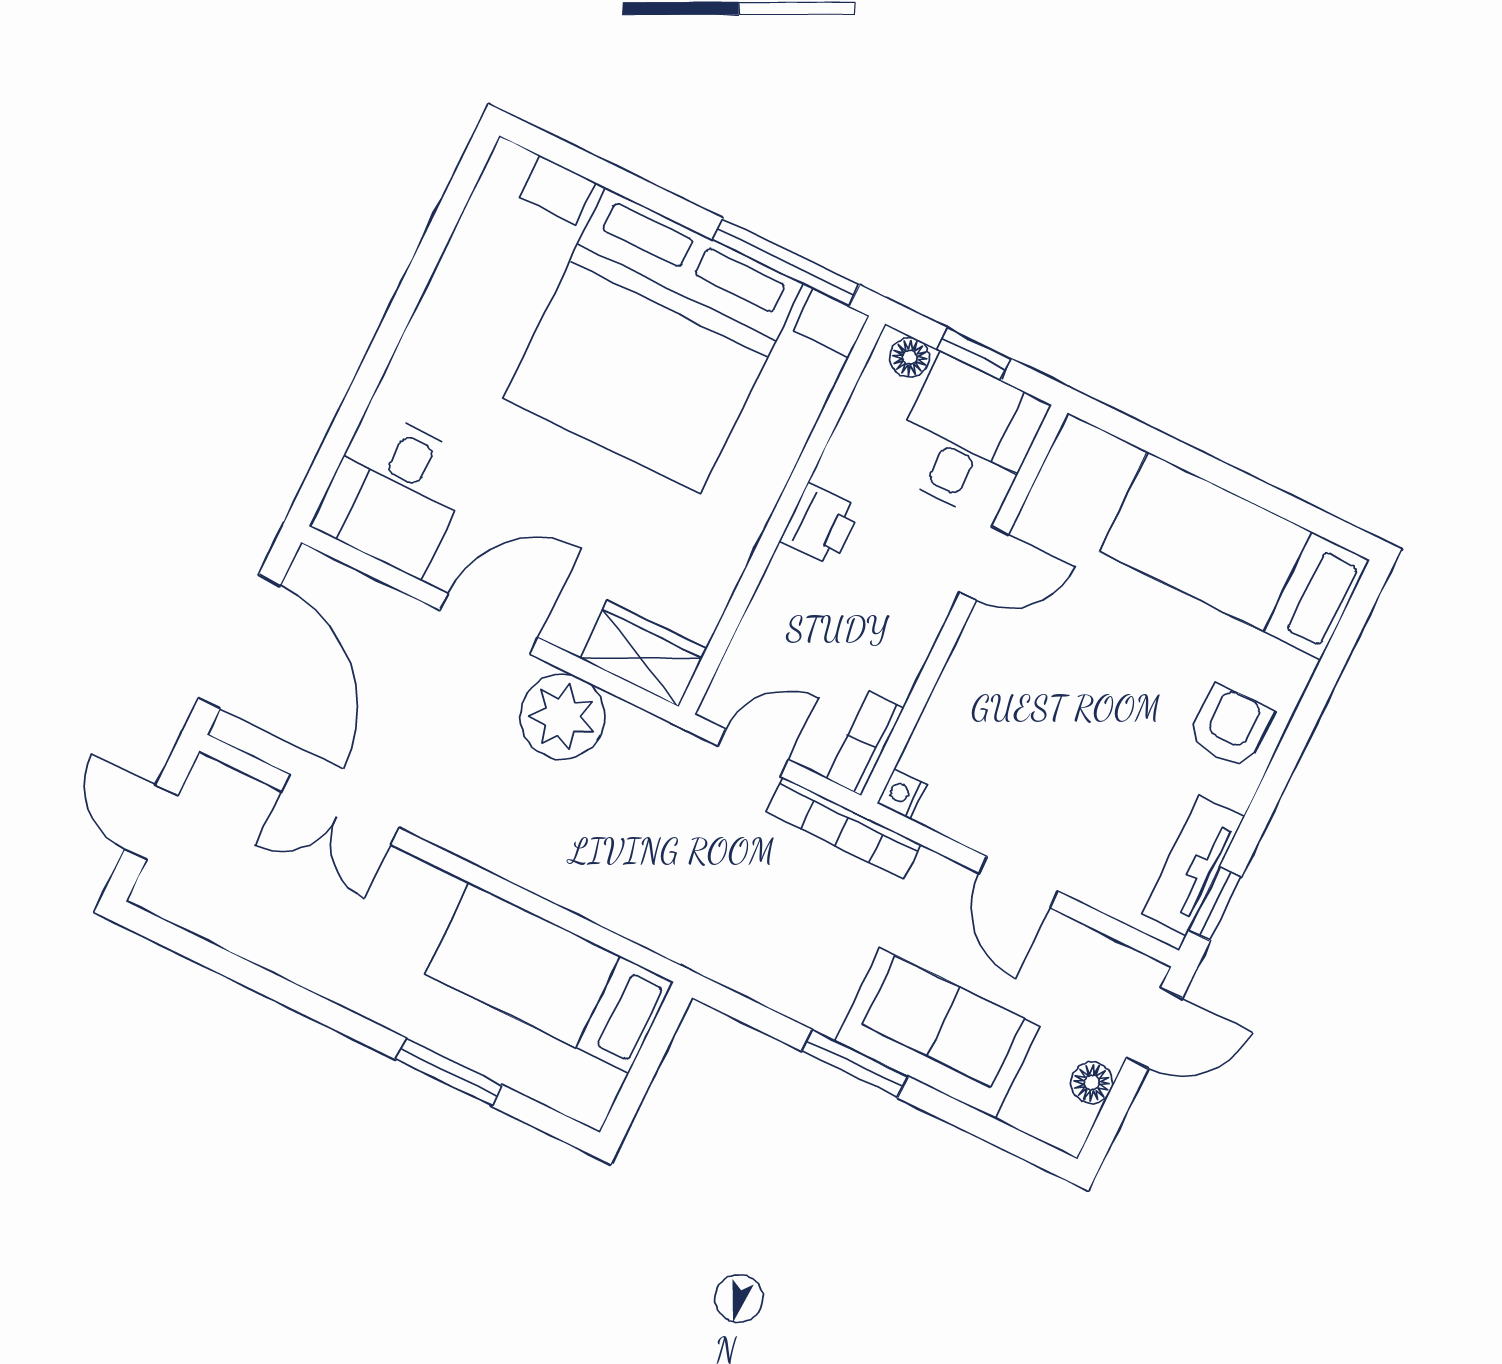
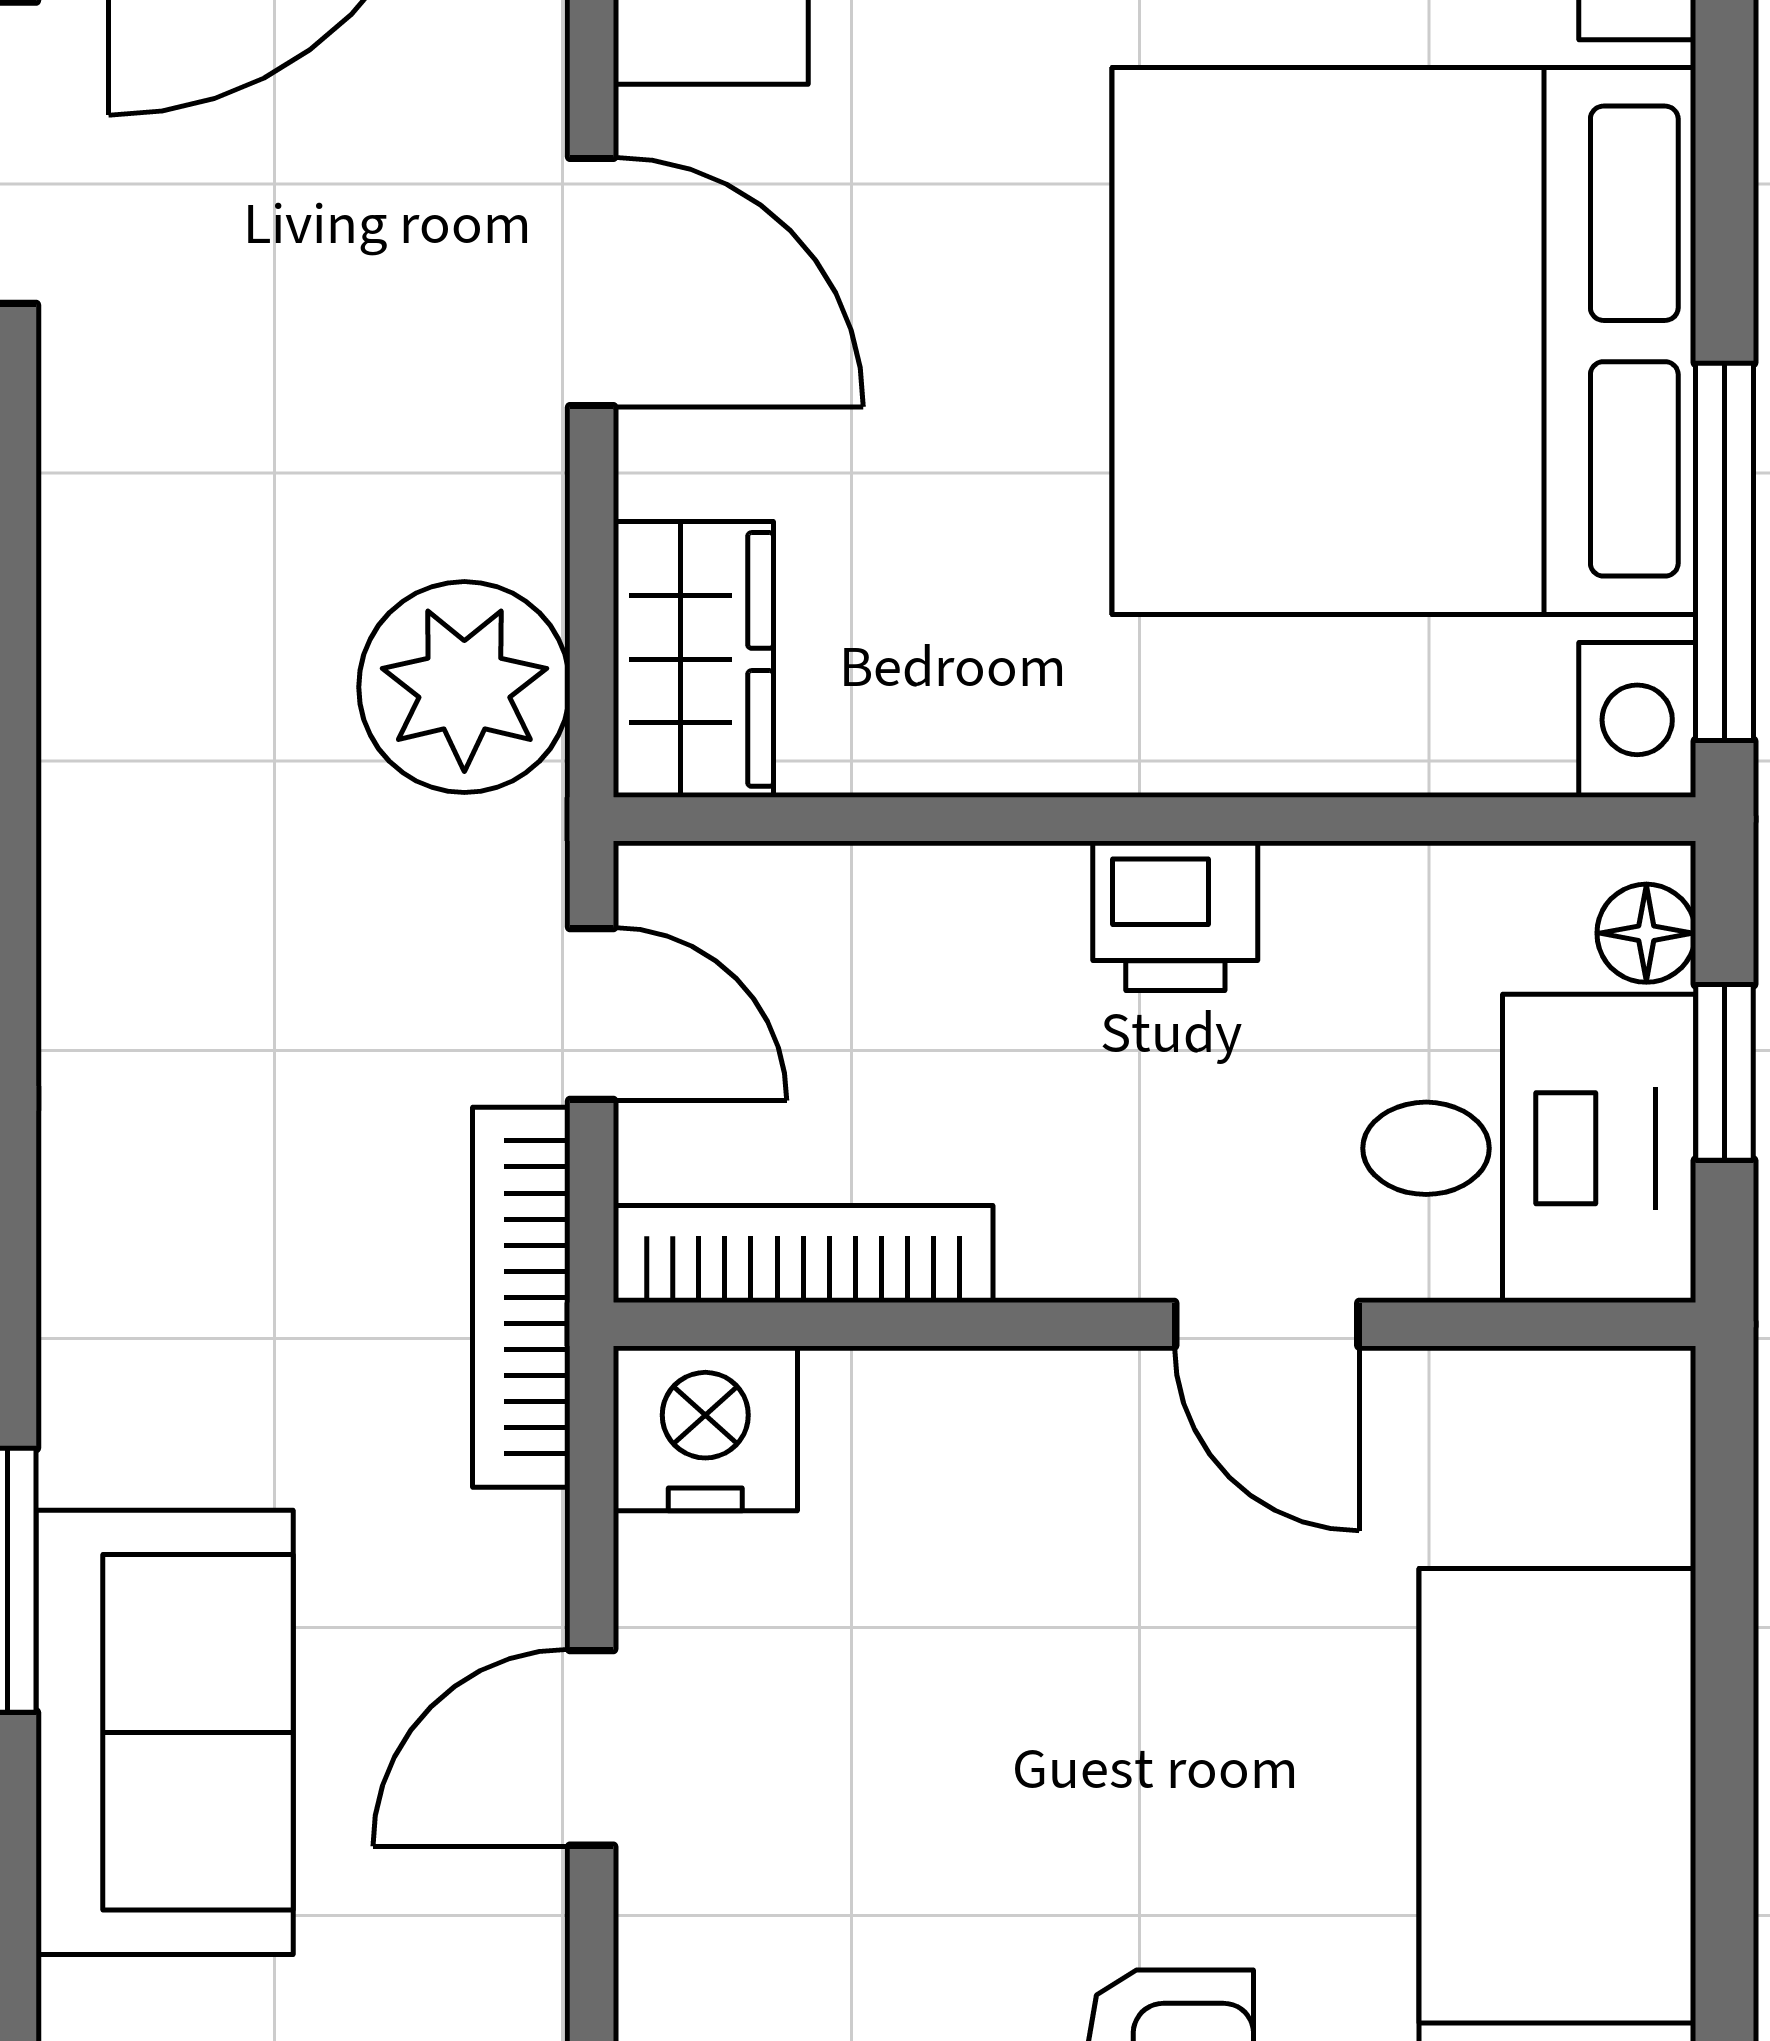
plant: (563, 717) -> (464, 687), moved
bookcase: (865, 743) -> (803, 1254), width x1.56
nightstand: (902, 794) -> (705, 1428), width x1.89, depth x1.79

